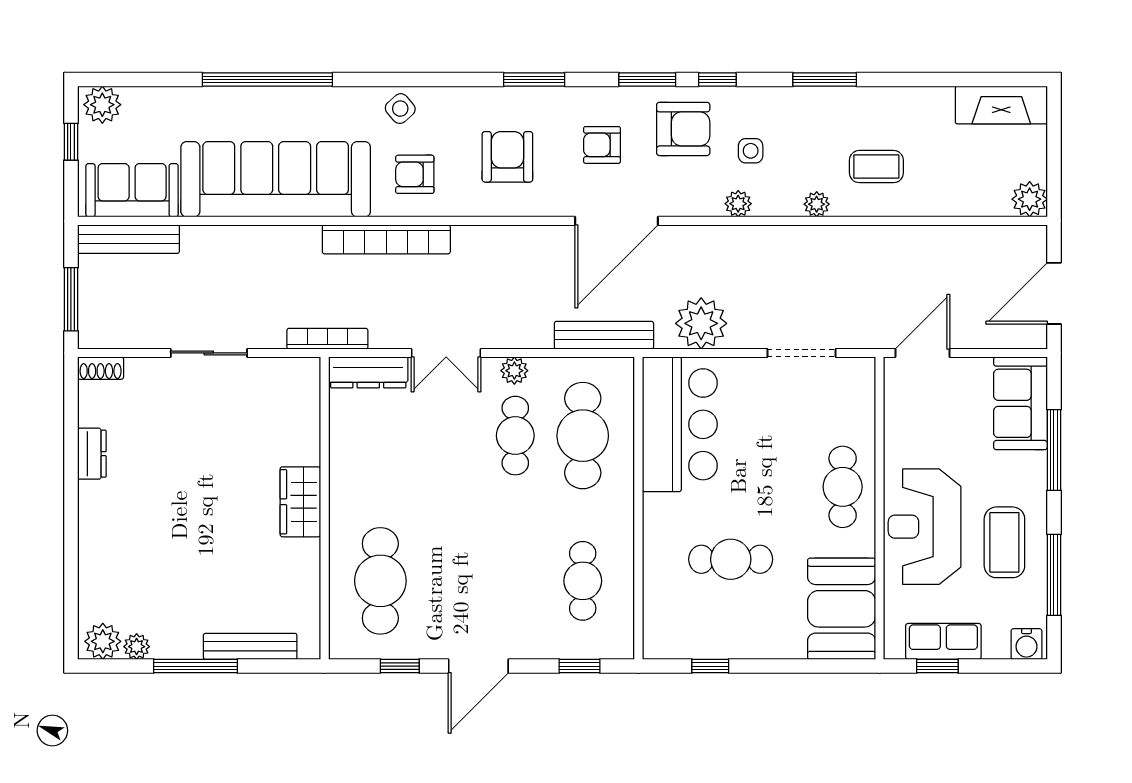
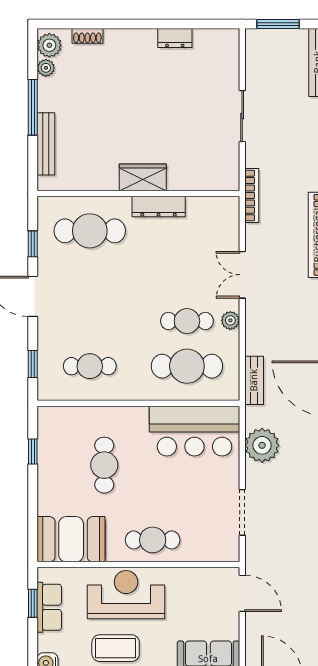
bench: (604, 335) -> (254, 380), width x0.73
shoe rack: (101, 368) -> (87, 36), moved, turned -90
dresser: (368, 372) -> (159, 207), moved, turned -90

